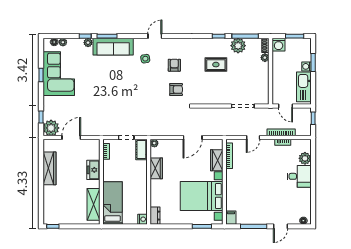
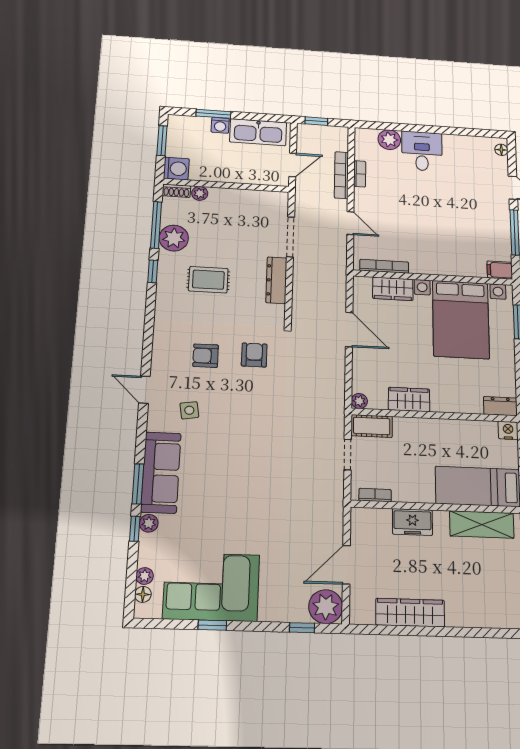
rug: (216, 65) -> (208, 280), turned 90
dresser: (218, 99) -> (276, 280), added
door: (71, 138) -> (346, 565), hinge flipped

